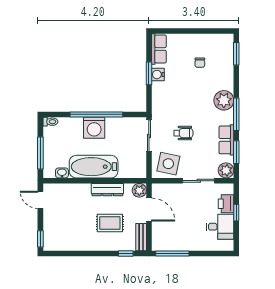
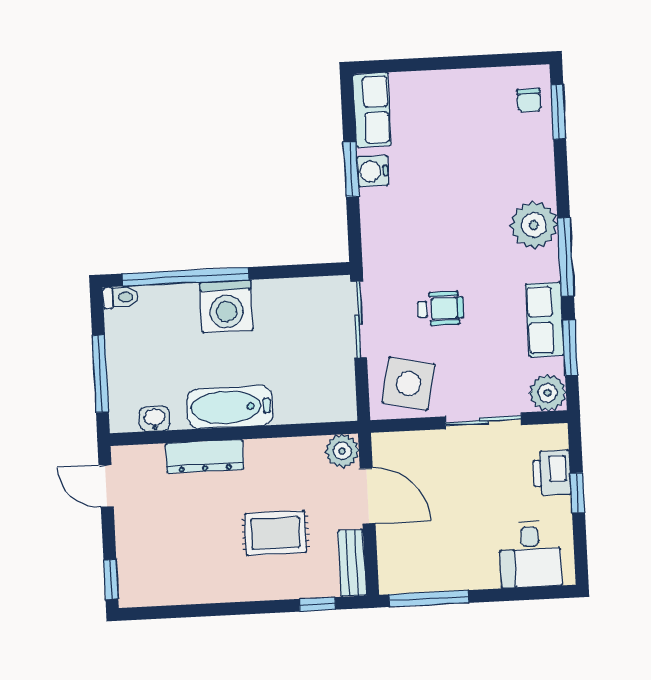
chair: (200, 63) -> (529, 100), moved
window: (96, 114) -> (185, 277), moved
bathtub: (94, 167) -> (230, 407), width x0.73, depth x0.73
dresser: (107, 190) -> (205, 456), moved
desk: (220, 227) -> (530, 554), moved, turned 90

